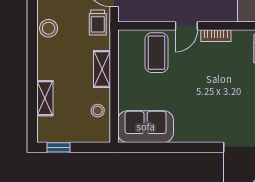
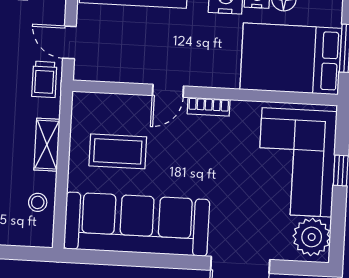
coffee table: (156, 53) -> (118, 151), moved, turned 90
sofa: (146, 127) -> (137, 224), width x1.85, depth x1.27

